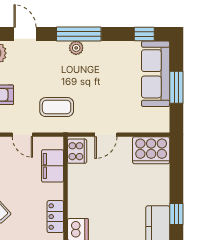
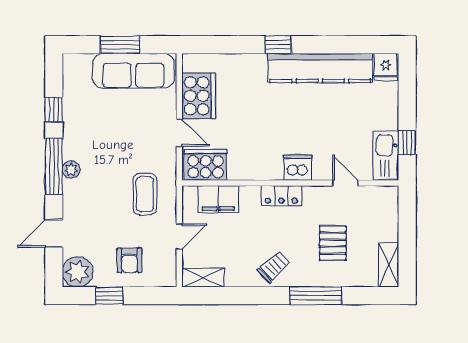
window: (144, 34) -> (54, 110), moved
sofa: (156, 74) -> (133, 71), moved
cooker: (151, 150) -> (199, 96), moved
cooker: (77, 151) -> (206, 165), width x1.37, depth x1.31

